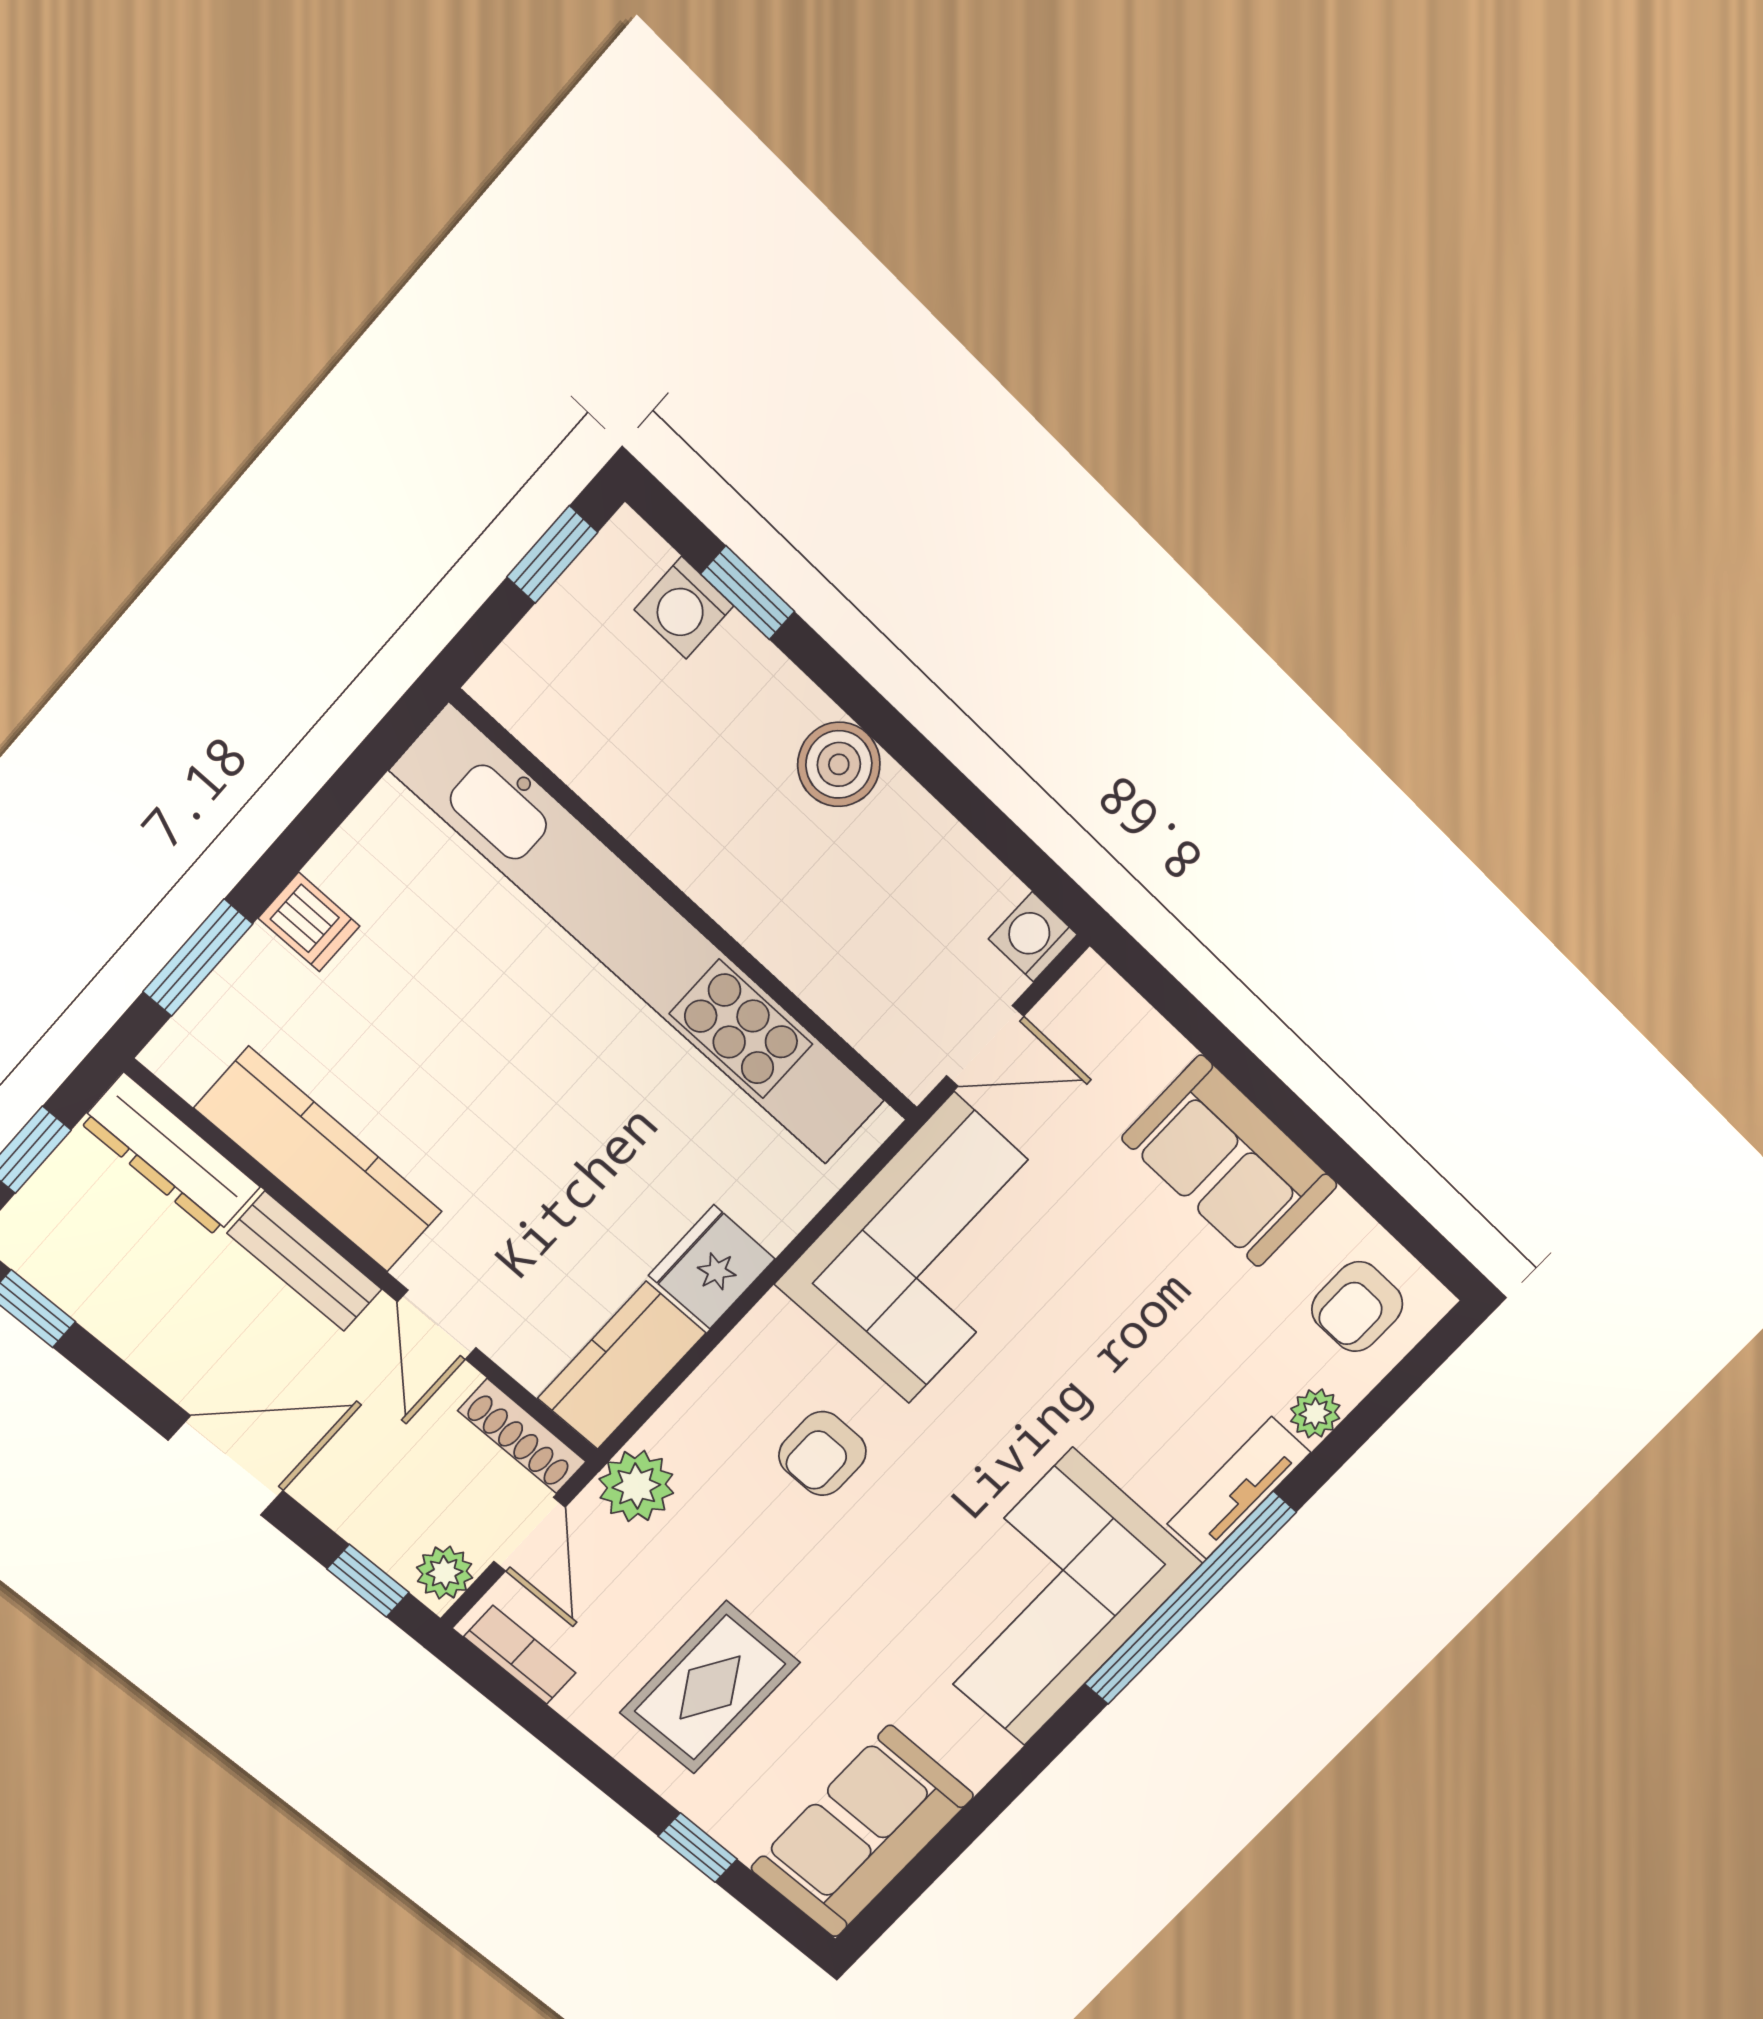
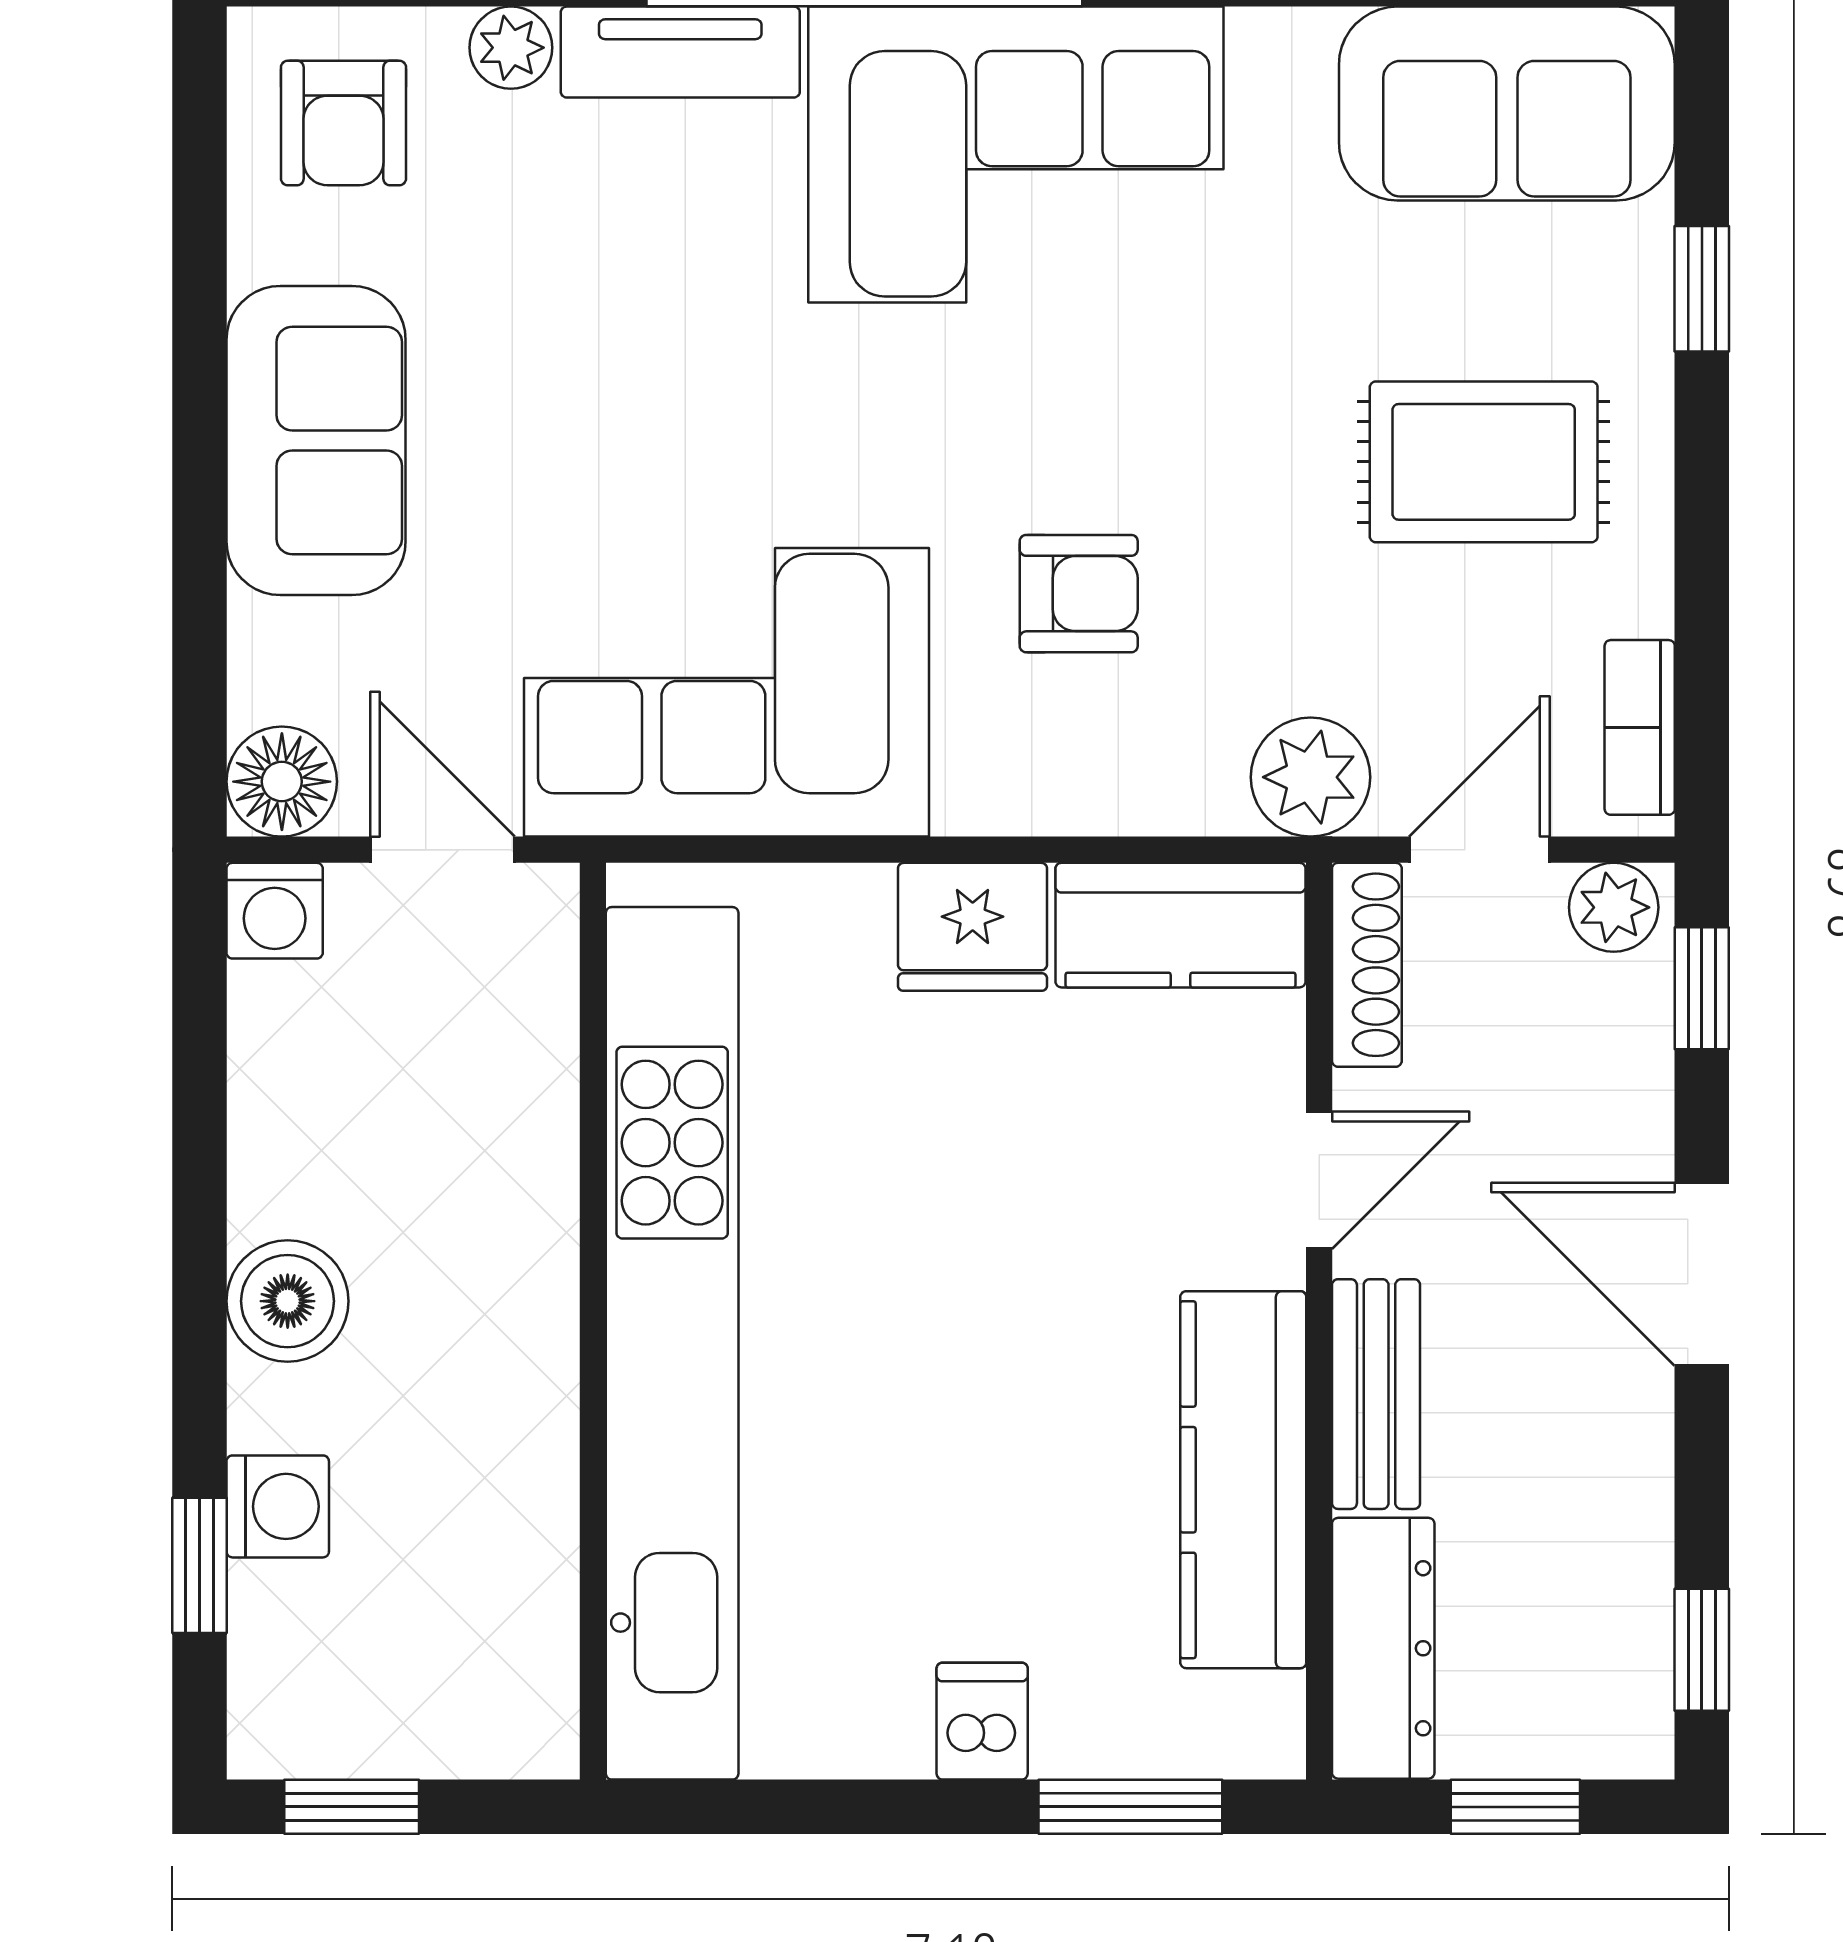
washing machine: (684, 608) -> (278, 1506), moved
floor lamp: (1090, 998) -> (282, 782), added
armchair: (1357, 1307) -> (344, 123), turned 90

